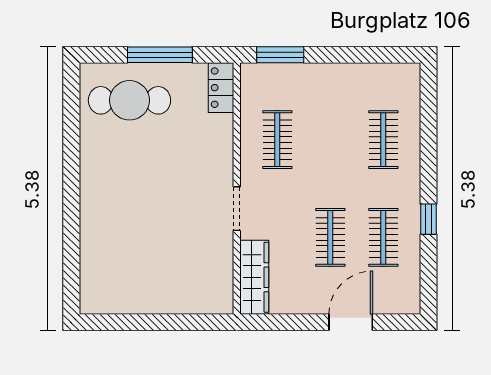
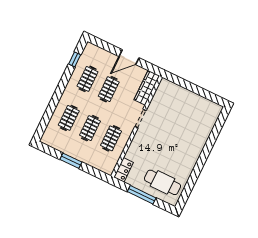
window: (280, 55) -> (71, 161), moved
clothes rail: (330, 140) -> (90, 128), added
window: (429, 219) -> (75, 59), moved
door: (351, 322) -> (129, 57), moved

